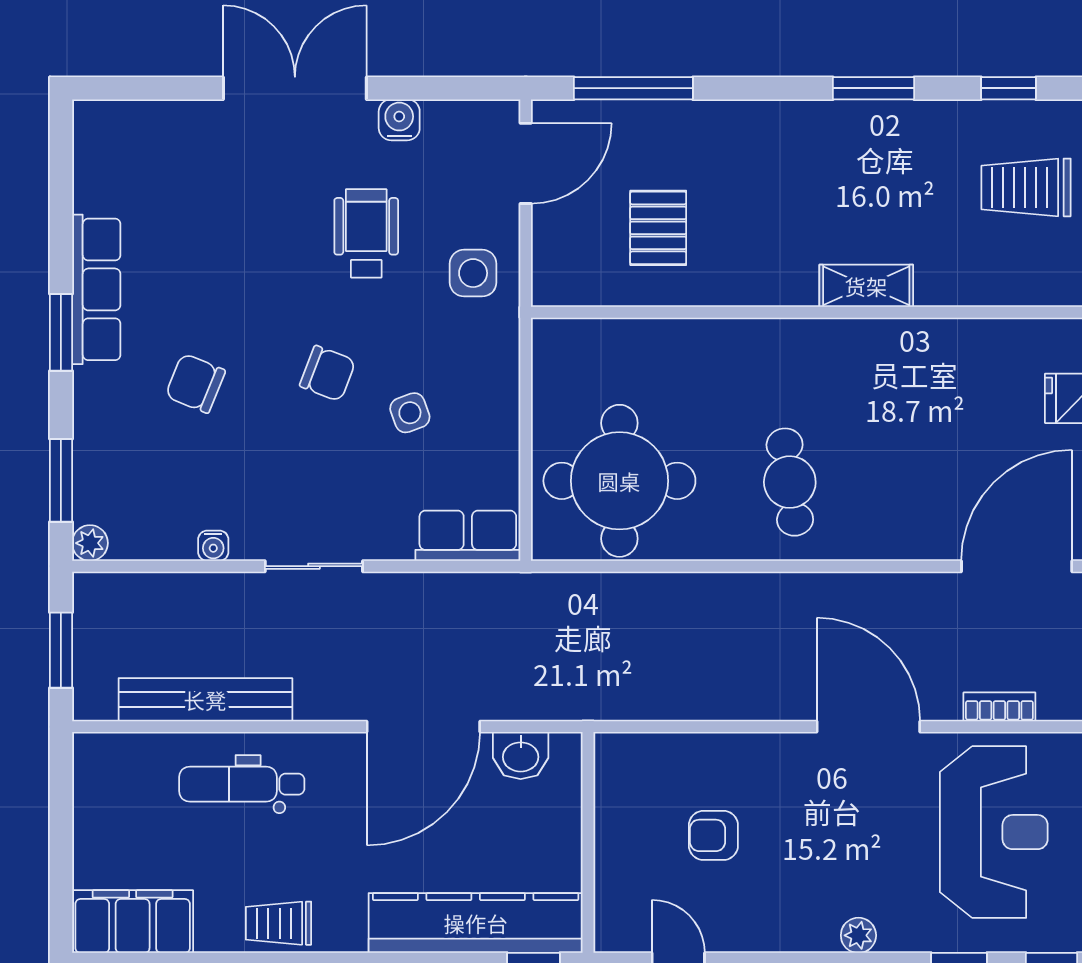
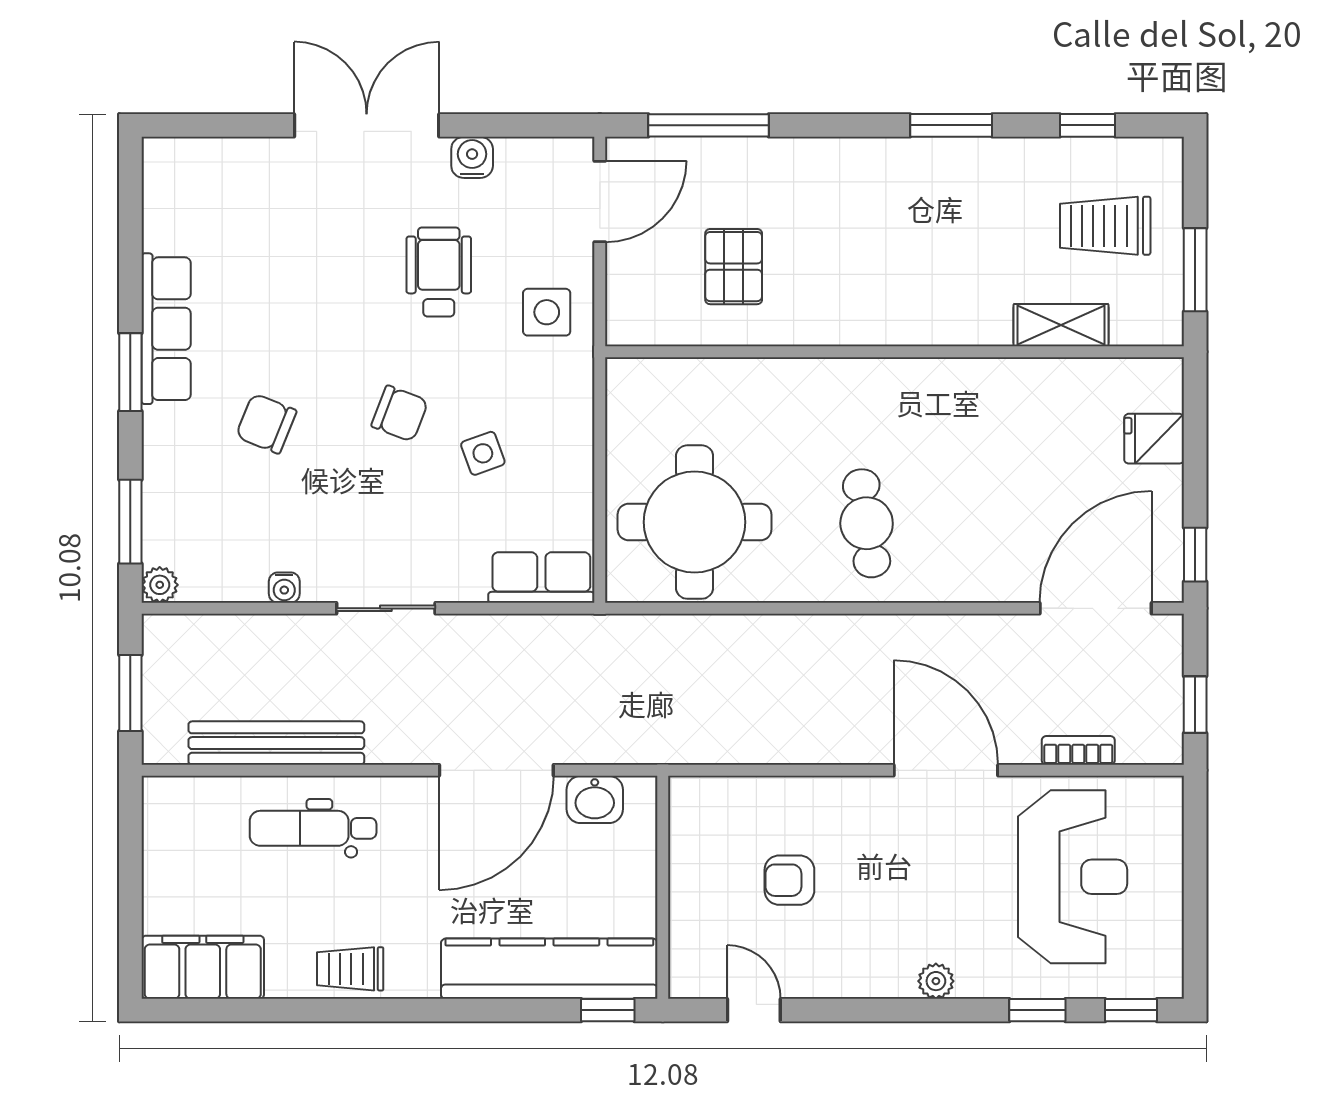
shelving: (866, 286) -> (1061, 325), moved

